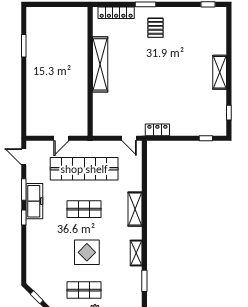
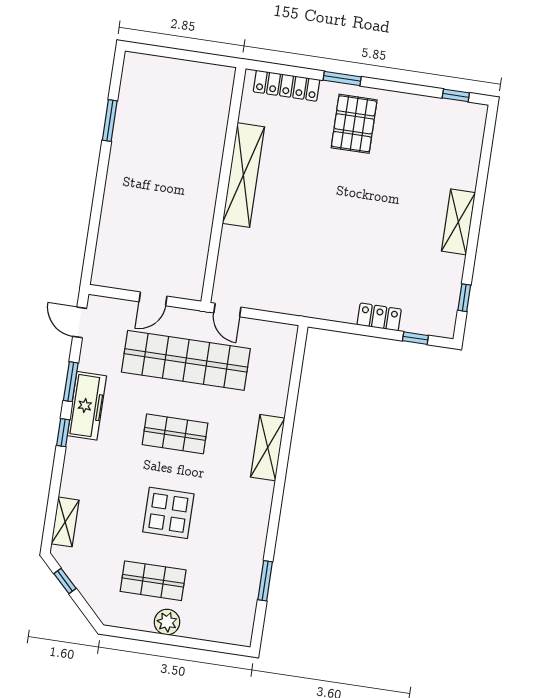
pallet: (156, 28) -> (354, 124), width x1.50, depth x1.42
locker: (157, 130) -> (379, 317), moved
door: (129, 138) -> (227, 310), moved
shelving: (136, 253) -> (65, 522), moved

